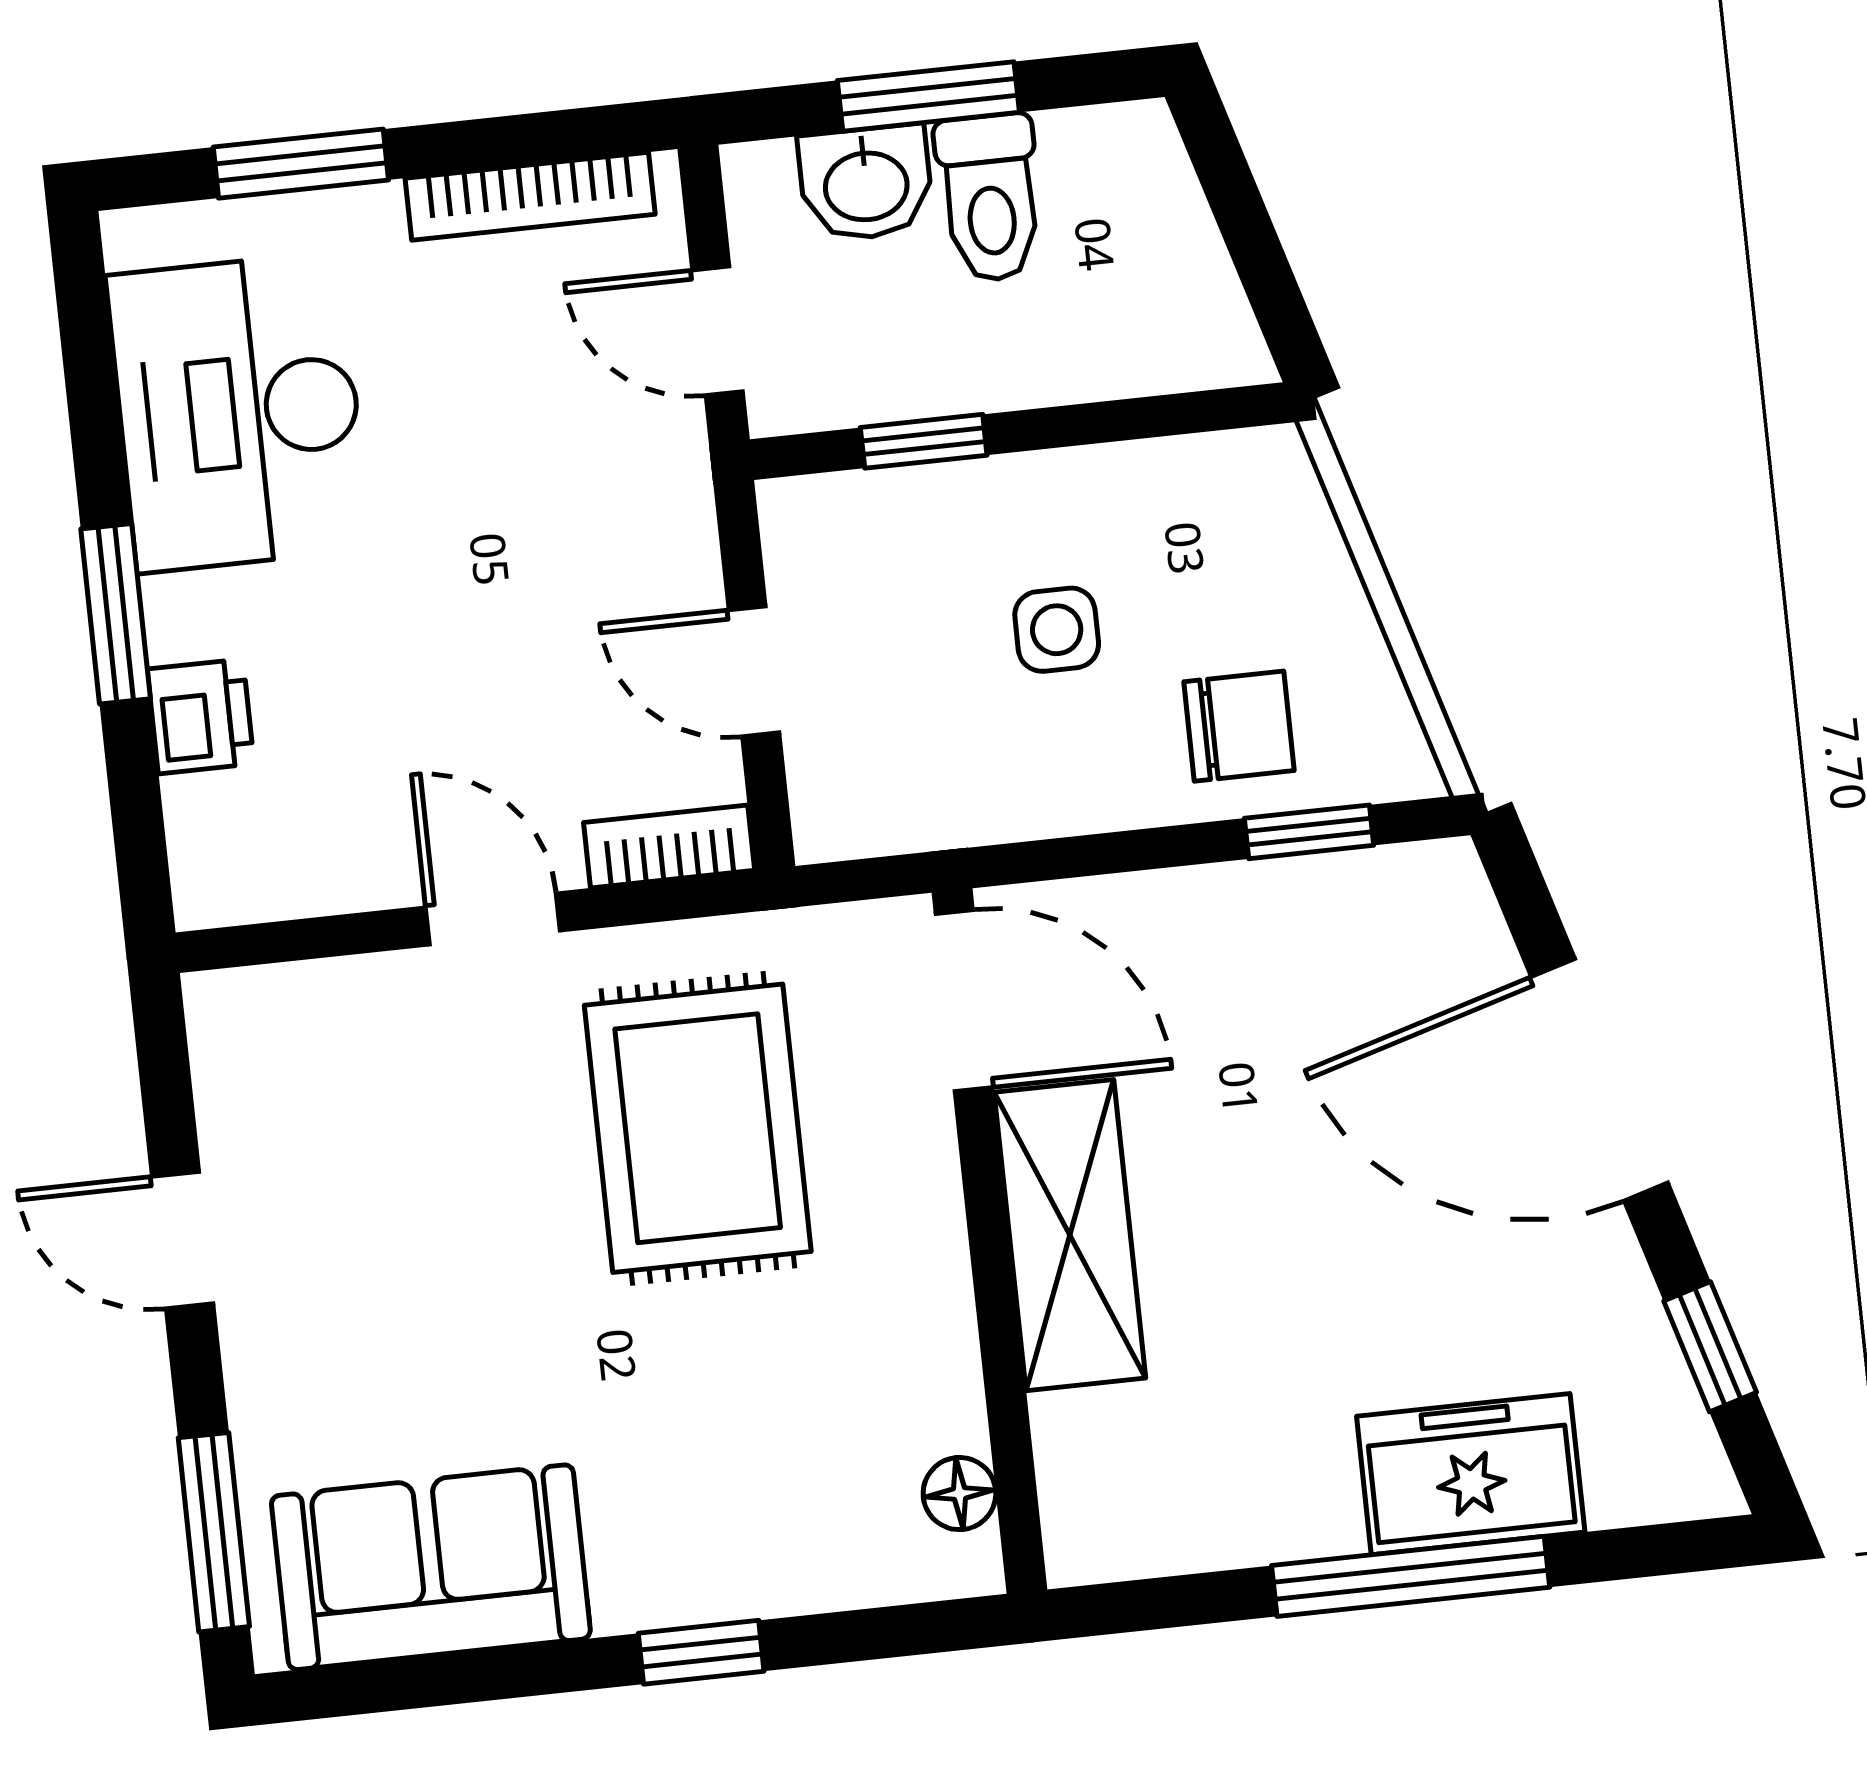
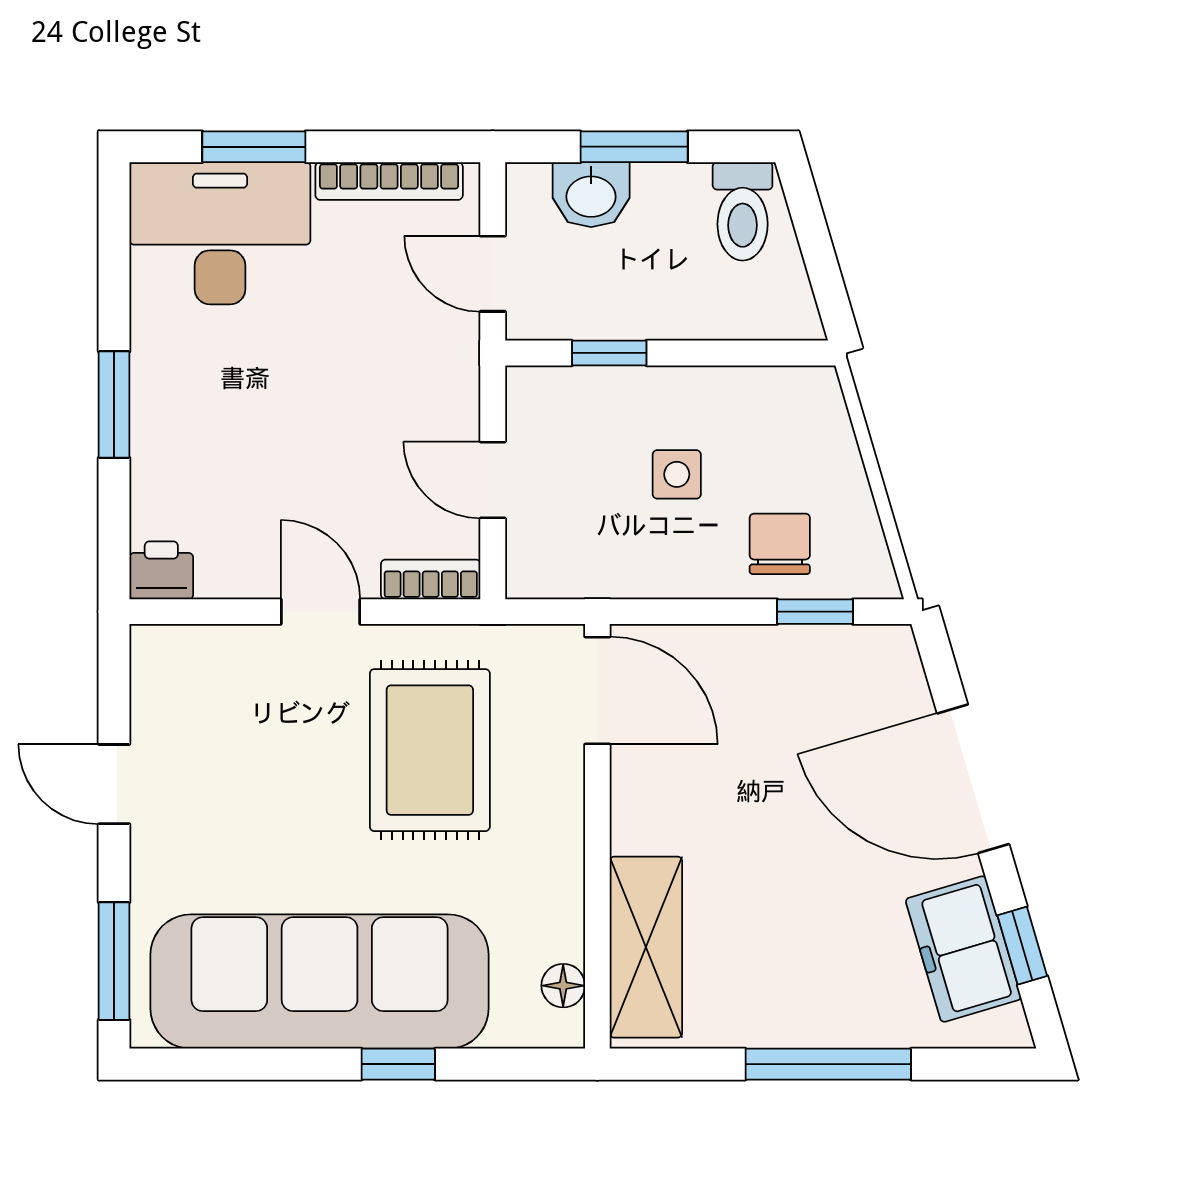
toilet: (990, 198) -> (743, 211), moved
desk: (239, 412) -> (220, 233), moved, turned 90
printer: (201, 716) -> (161, 570), moved, turned -90
chair: (1239, 726) -> (780, 544), turned -90
shelving: (1070, 1235) -> (646, 947), moved
freezer: (1471, 1474) -> (963, 949), moved, turned -106
sofa: (431, 1567) -> (320, 982), width x1.85, depth x1.27

